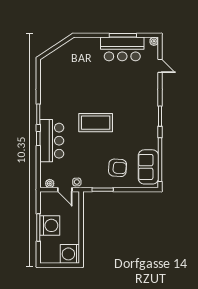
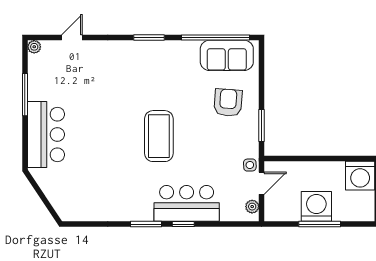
bar counter: (122, 49) -> (46, 134), moved

